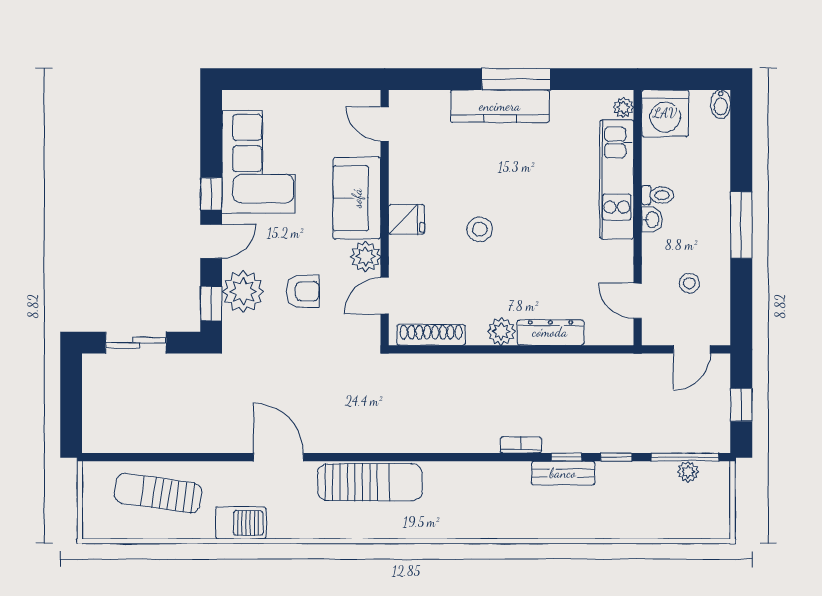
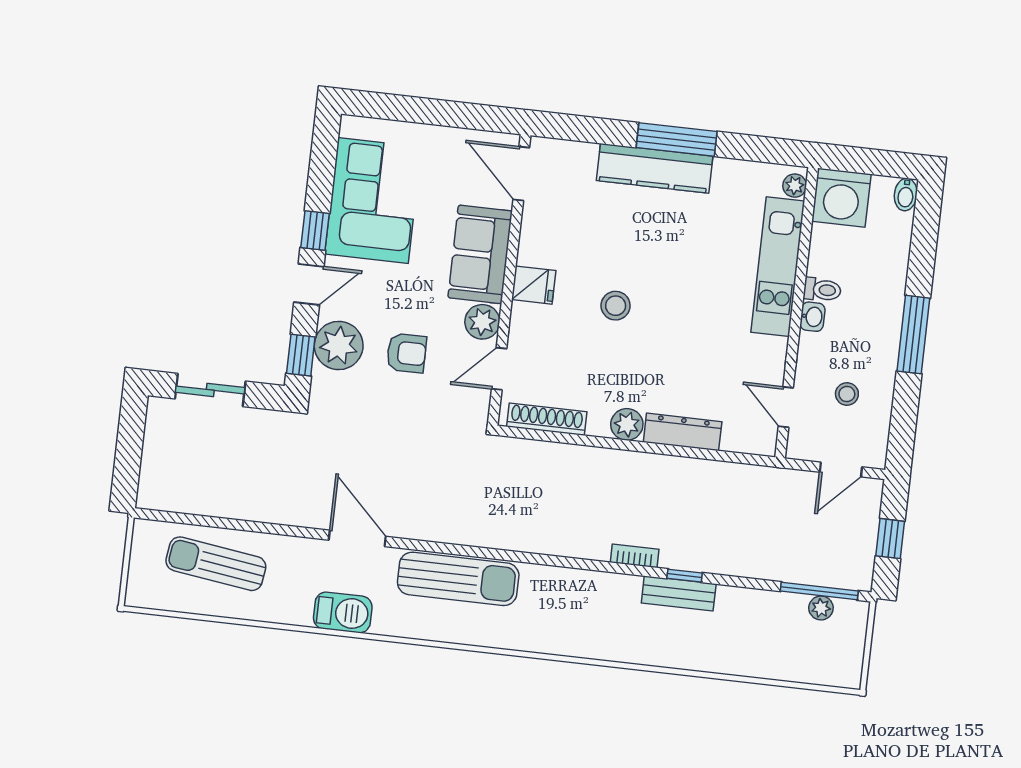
door: (385, 124) -> (521, 174), width x1.38
window: (616, 457) -> (741, 582), removed
barbecue: (241, 523) -> (343, 612), moved

